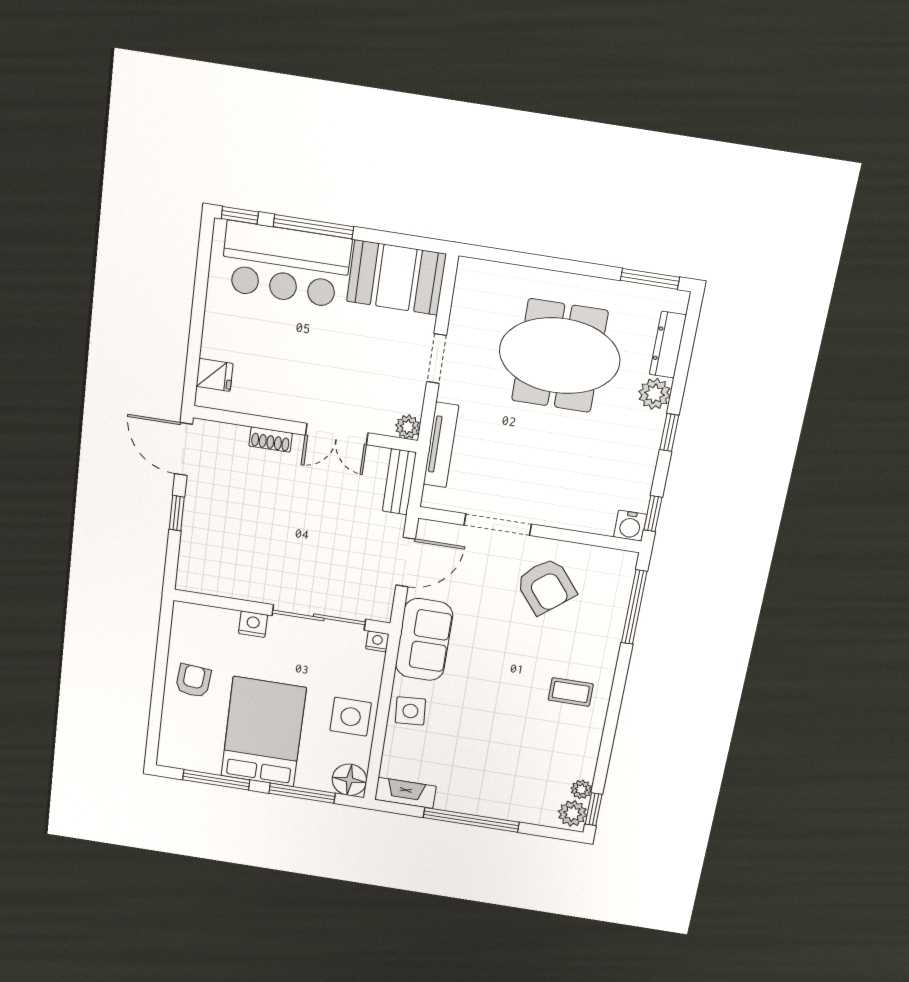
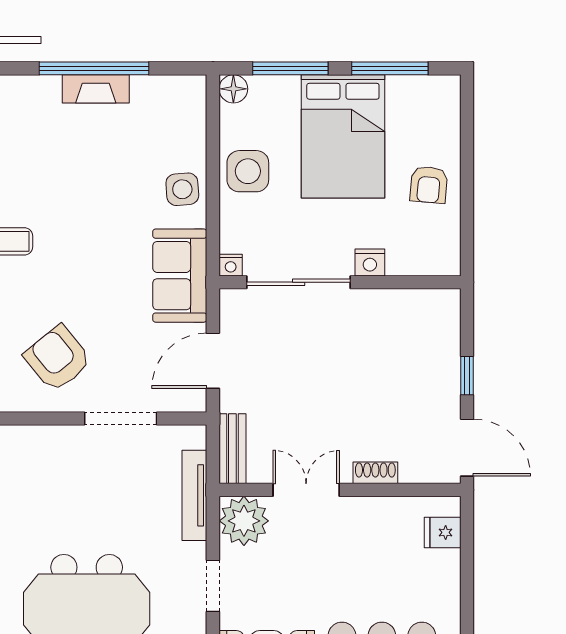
plant: (408, 427) -> (244, 521), width x1.88, depth x1.88
floor lamp: (349, 780) -> (233, 89), width x0.73, depth x0.73
fireplace: (405, 793) -> (96, 89), moved

